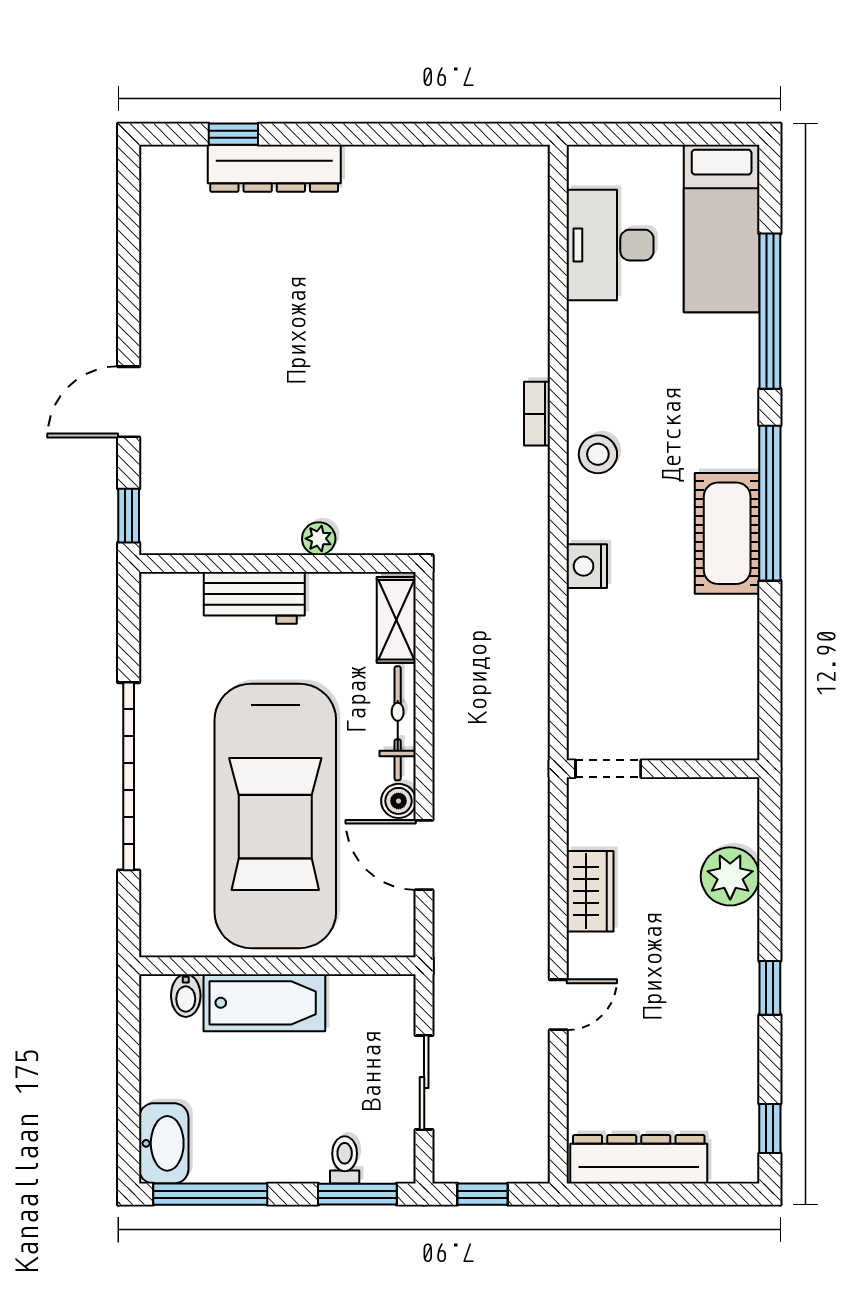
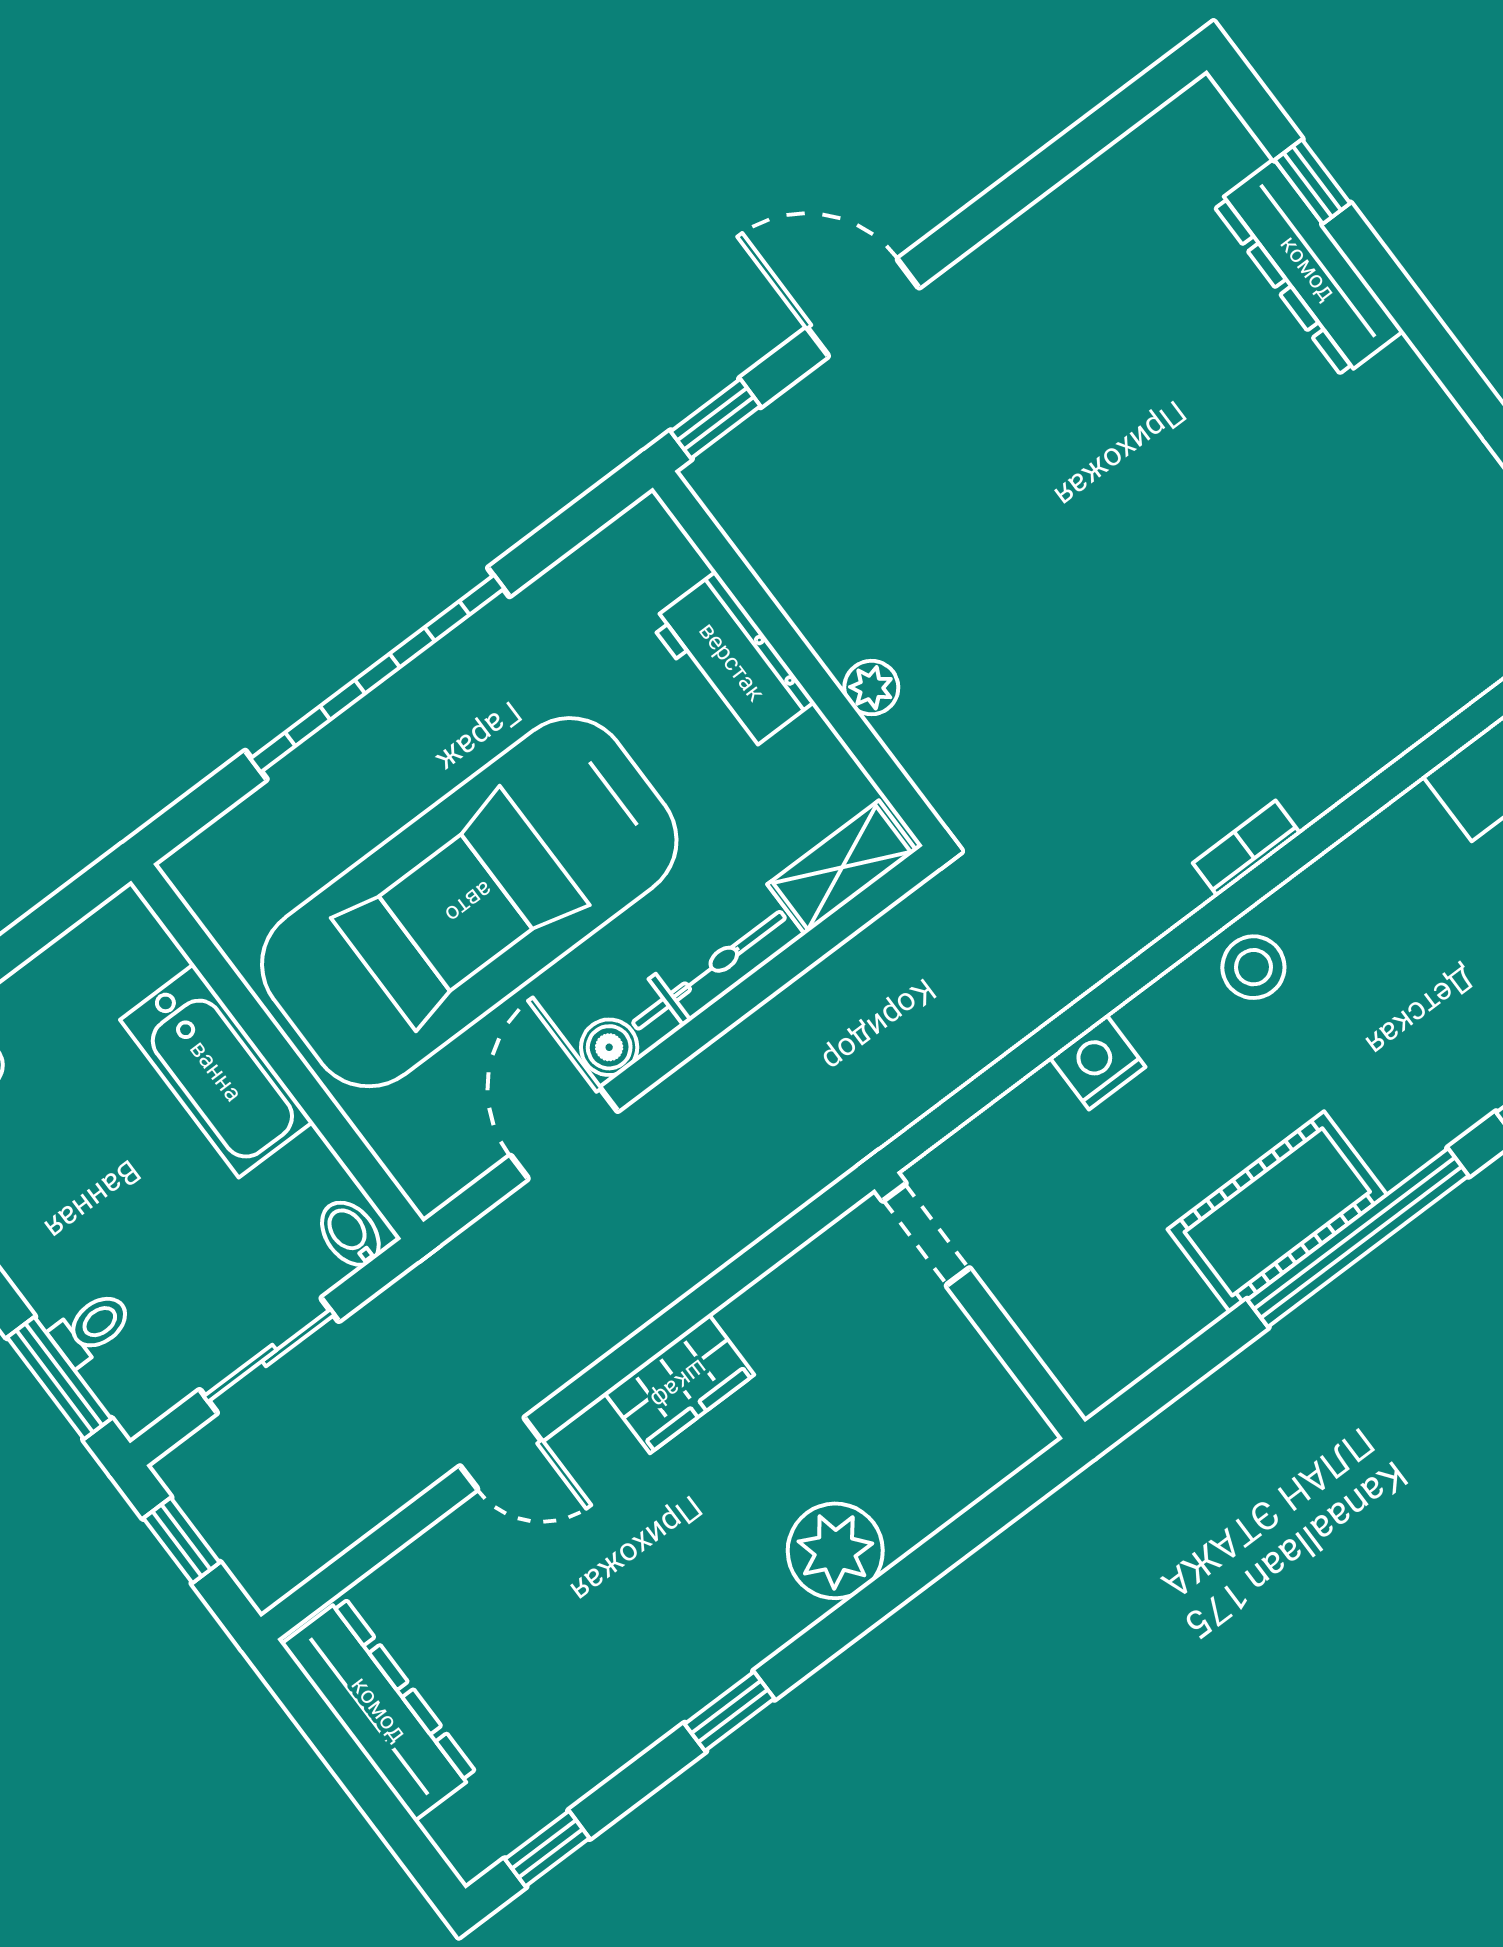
doorway: (608, 769) -> (926, 1234), moved
wall: (663, 769) -> (980, 1306), moved
bidet: (186, 996) -> (350, 1234), moved, turned 90

